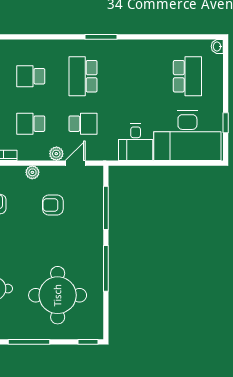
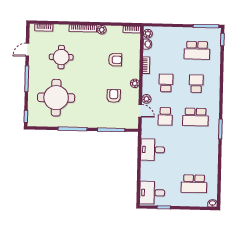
school desk: (83, 76) -> (195, 117), turned 180
desk: (187, 136) -> (152, 193), width x0.53, depth x0.77

